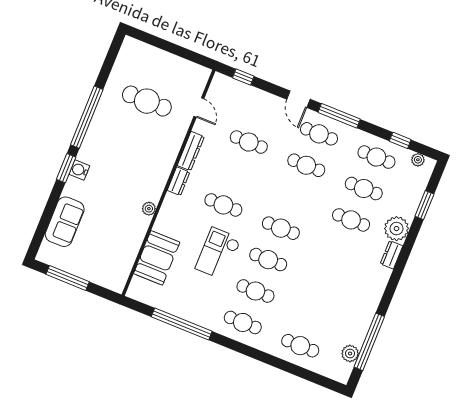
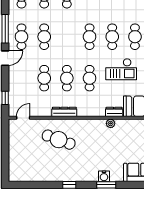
cafe table: (147, 101) -> (59, 140), moved, turned -70
door: (199, 108) -> (23, 118), moved
window: (87, 117) -> (69, 185), width x0.32
cafe table: (236, 173) -> (67, 78), added
dresser: (179, 181) -> (114, 112), moved

